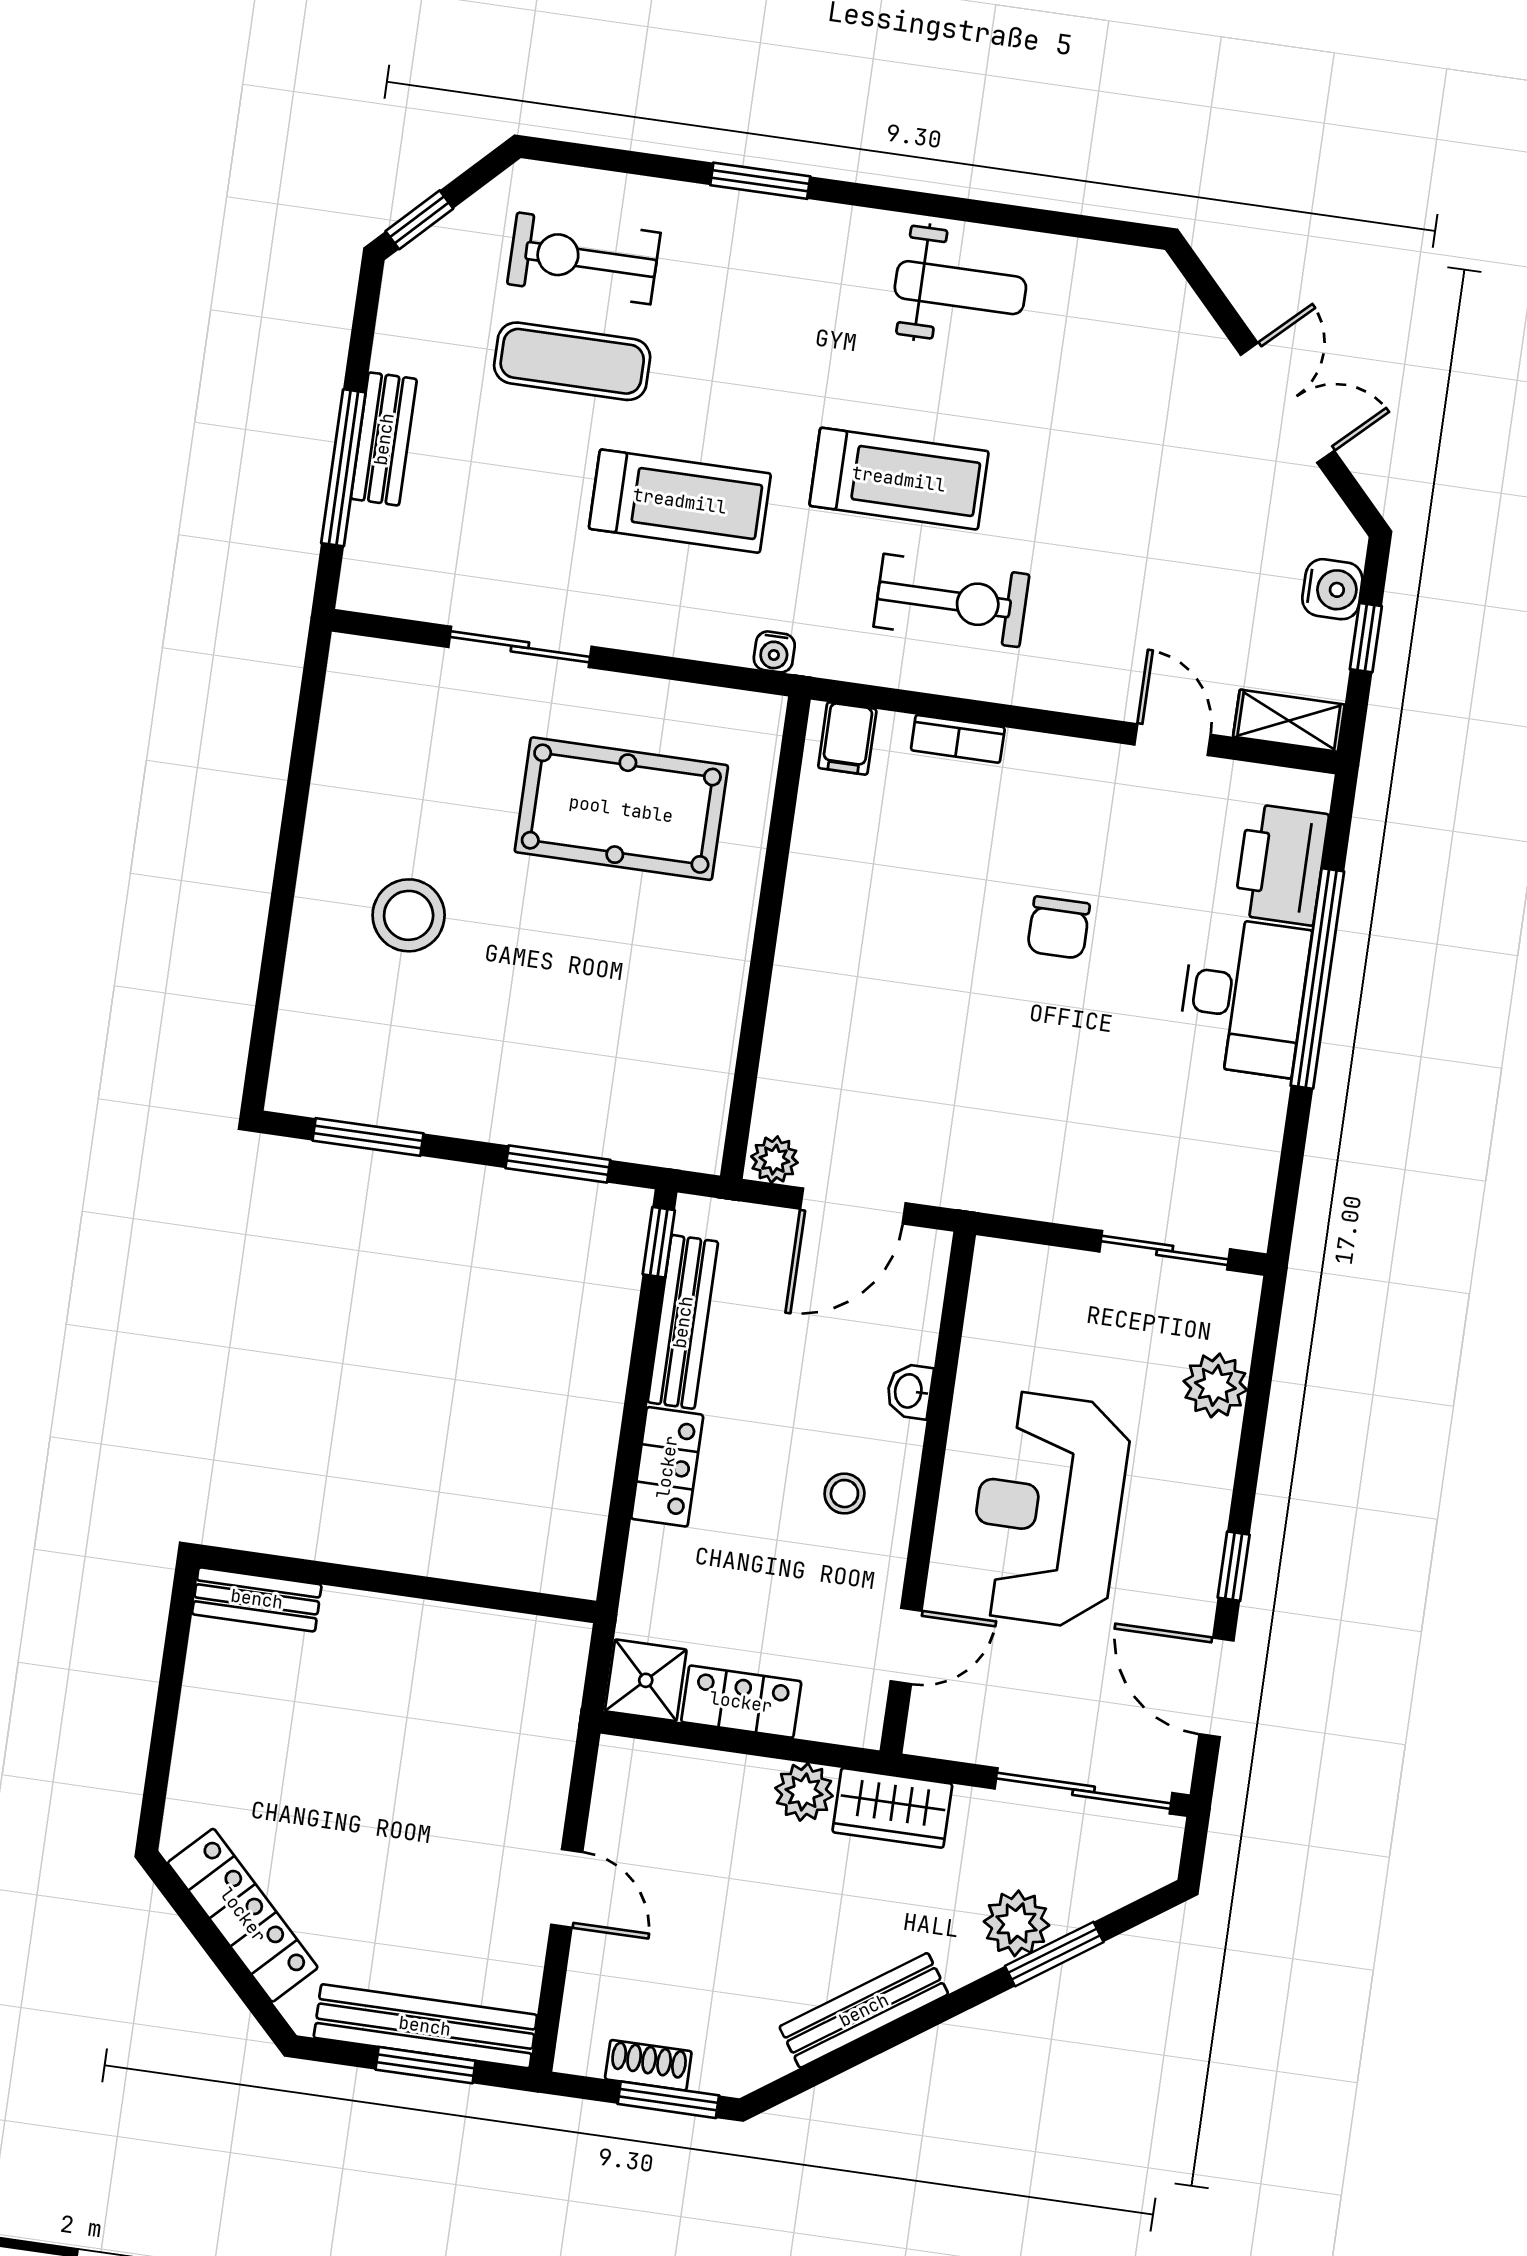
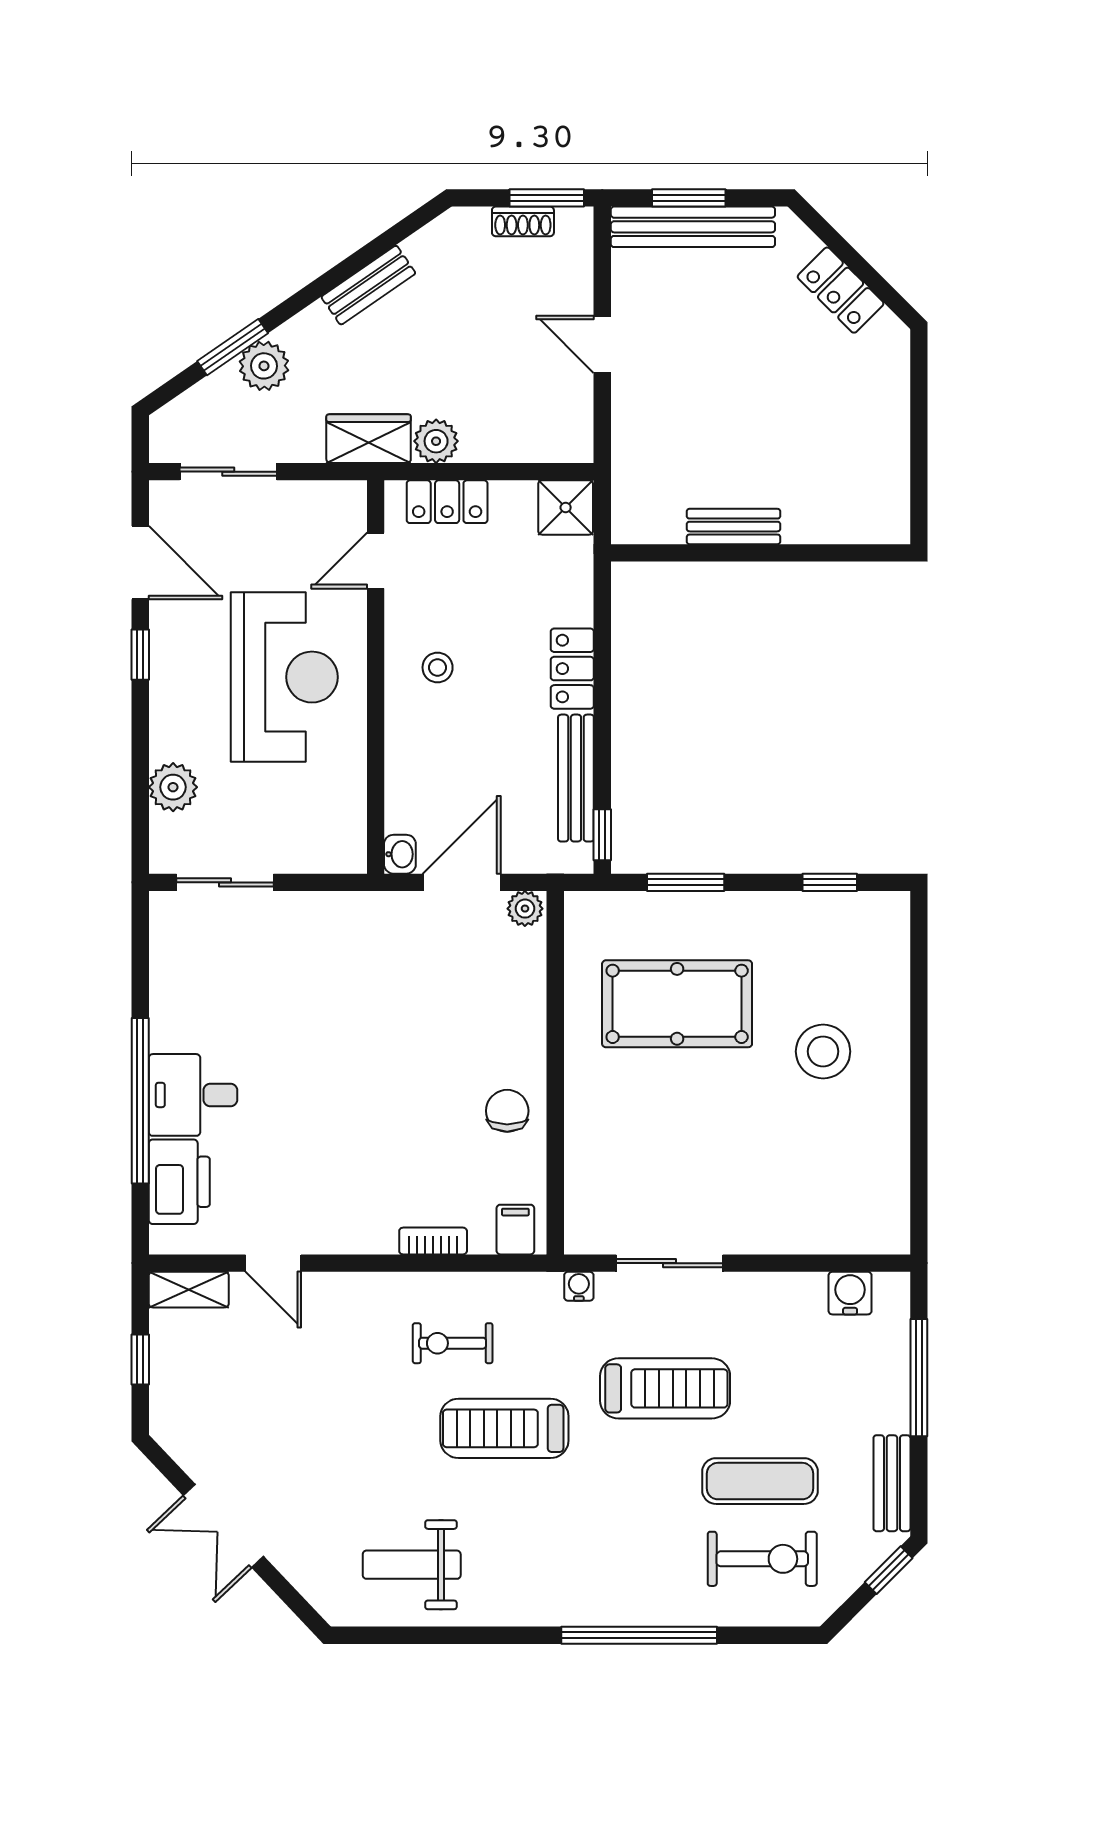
window: (760, 181) -> (639, 1635), width x2.11
weight bench: (960, 288) -> (412, 1565), moved
bench: (384, 439) -> (892, 1483), moved
treadmill: (680, 501) -> (665, 1388), turned 180
water cooler: (1332, 589) -> (850, 1293), moved, turned 90
exercise bike: (951, 601) -> (453, 1343), width x0.73, depth x0.72
sliding door: (520, 647) -> (669, 1263), moved
pool table: (621, 809) -> (677, 1004), moved
chair: (1058, 928) -> (507, 1111), moved
desk: (1244, 996) -> (193, 1095), width x0.73
window: (368, 1137) -> (830, 882), width x0.67
washbasin: (910, 1391) -> (400, 854), moved
bench: (257, 1599) -> (733, 527), moved
locker: (741, 1702) -> (447, 502), moved
sliding door: (1084, 1791) -> (228, 472), width x0.73
locker: (243, 1915) -> (841, 290), width x0.66
bench: (864, 2010) -> (368, 285), width x0.73
window: (668, 2100) -> (547, 198), moved

